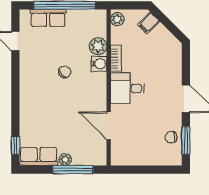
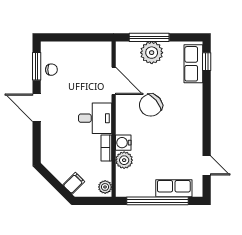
chair: (65, 72) -> (151, 105), moved, width x1.87, depth x1.87
row of seats: (39, 156) -> (193, 64), moved, turned 90
plant: (65, 159) -> (152, 53), width x1.88, depth x1.88

